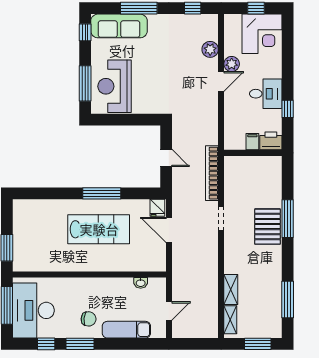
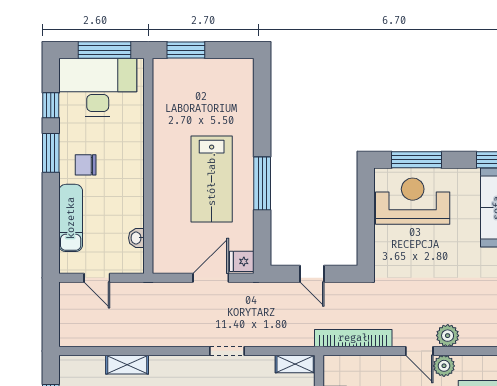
plant: (210, 49) -> (448, 336), moved
door: (166, 158) -> (312, 274), hinge flipped
bookcase: (212, 173) -> (353, 338), moved
chair: (89, 319) -> (86, 165), turned 84
shelving: (230, 320) -> (295, 364), moved

